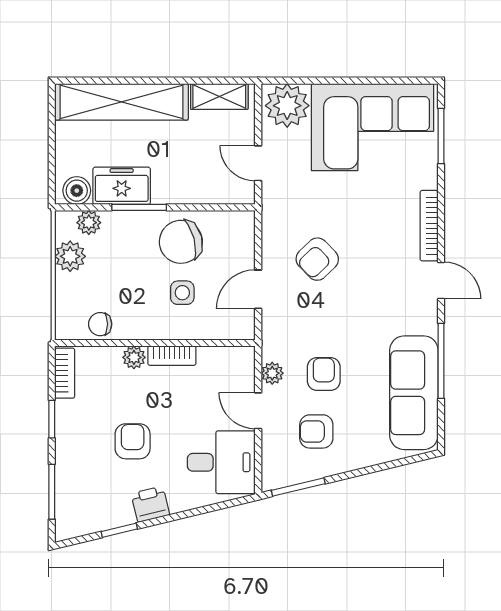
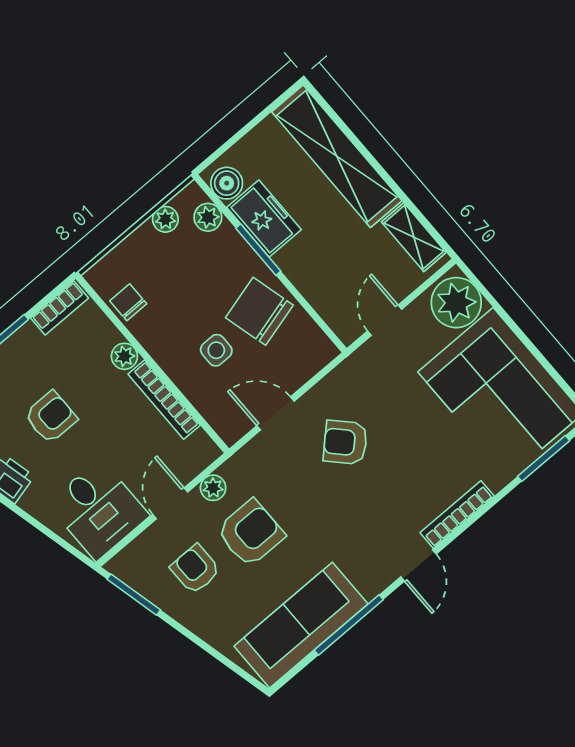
plant: (70, 256) -> (165, 219), width x0.73, depth x0.73
bookcase: (172, 356) -> (164, 400), width x1.56
armchair: (324, 374) -> (251, 533), width x1.38, depth x1.38

